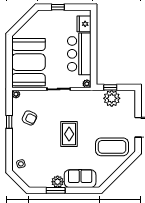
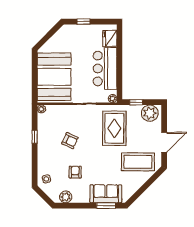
plant: (112, 98) -> (150, 113), moved
armchair: (29, 118) -> (70, 141), moved
rug: (69, 134) -> (114, 128), moved, width x1.36, depth x1.43
armchair: (50, 157) -> (75, 172), added
plant: (58, 182) -> (66, 197), moved
window: (56, 190) -> (106, 206), moved

